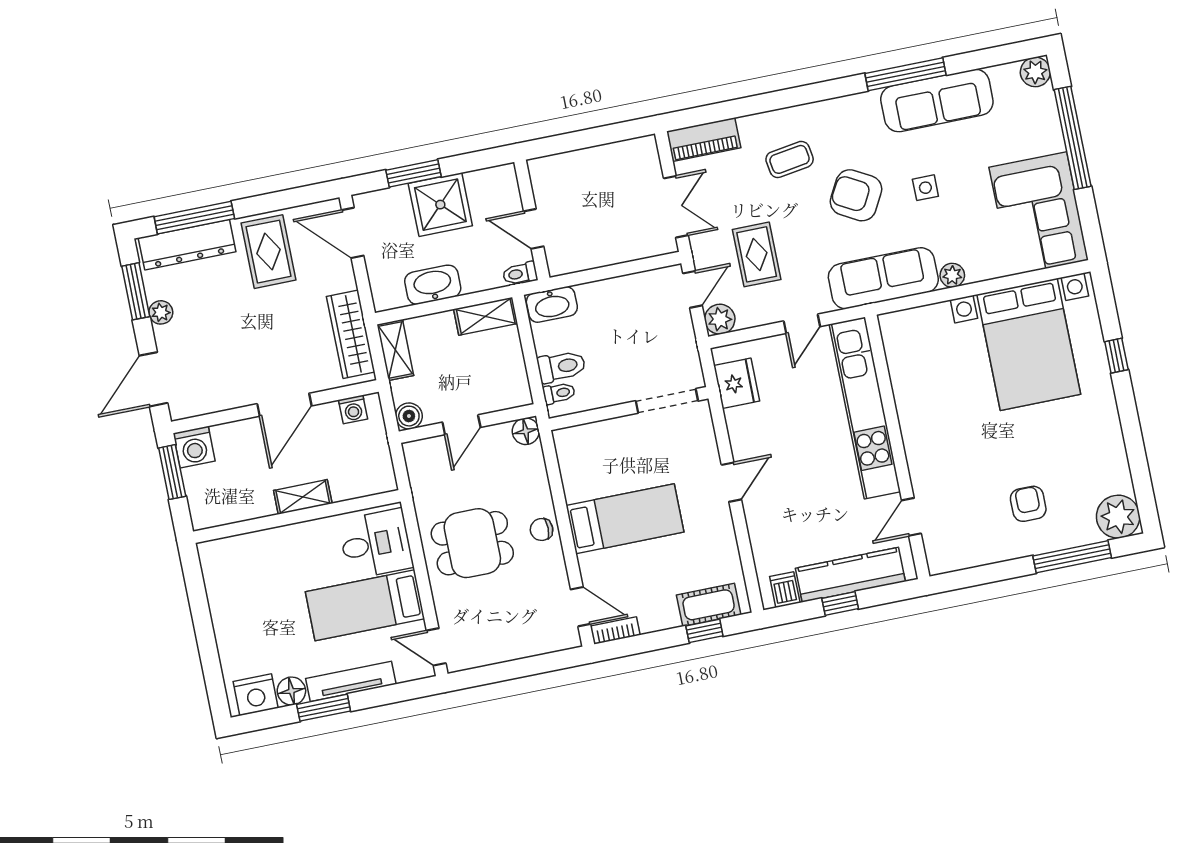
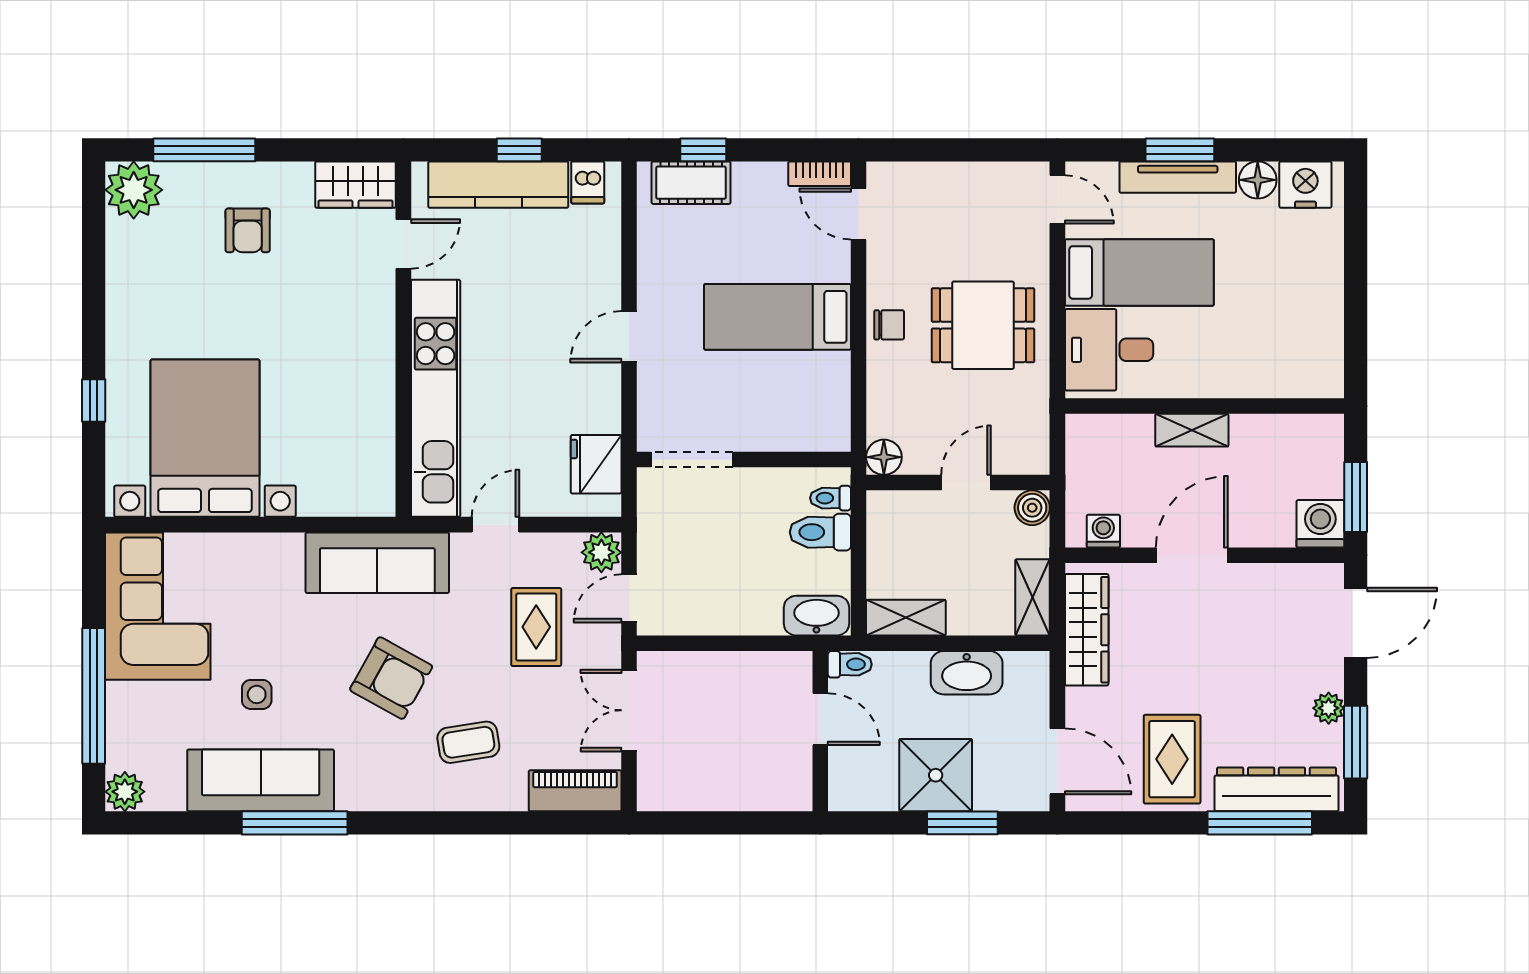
side table: (925, 188) -> (257, 694), moved
plant: (952, 275) -> (287, 548), removed
wardrobe: (956, 554) -> (356, 185), added
window: (324, 708) -> (1180, 150), moved

